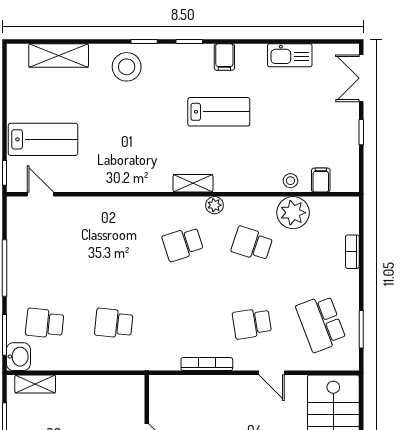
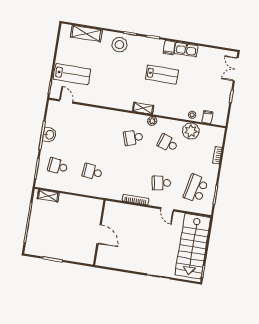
kitchen sink: (290, 55) -> (186, 50), moved
school desk: (321, 323) -> (196, 189), turned 33
washbasin: (18, 357) -> (49, 135), moved

